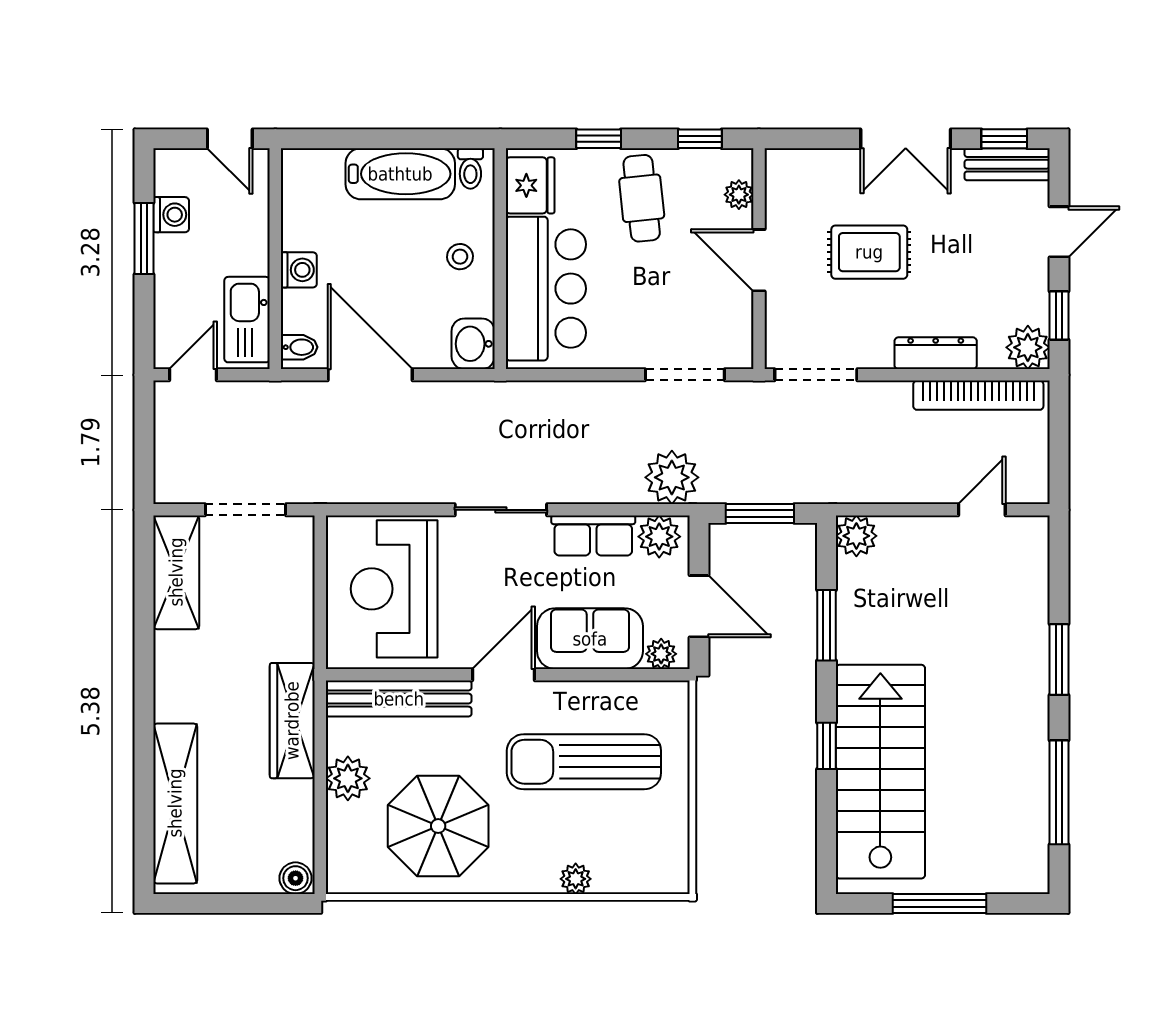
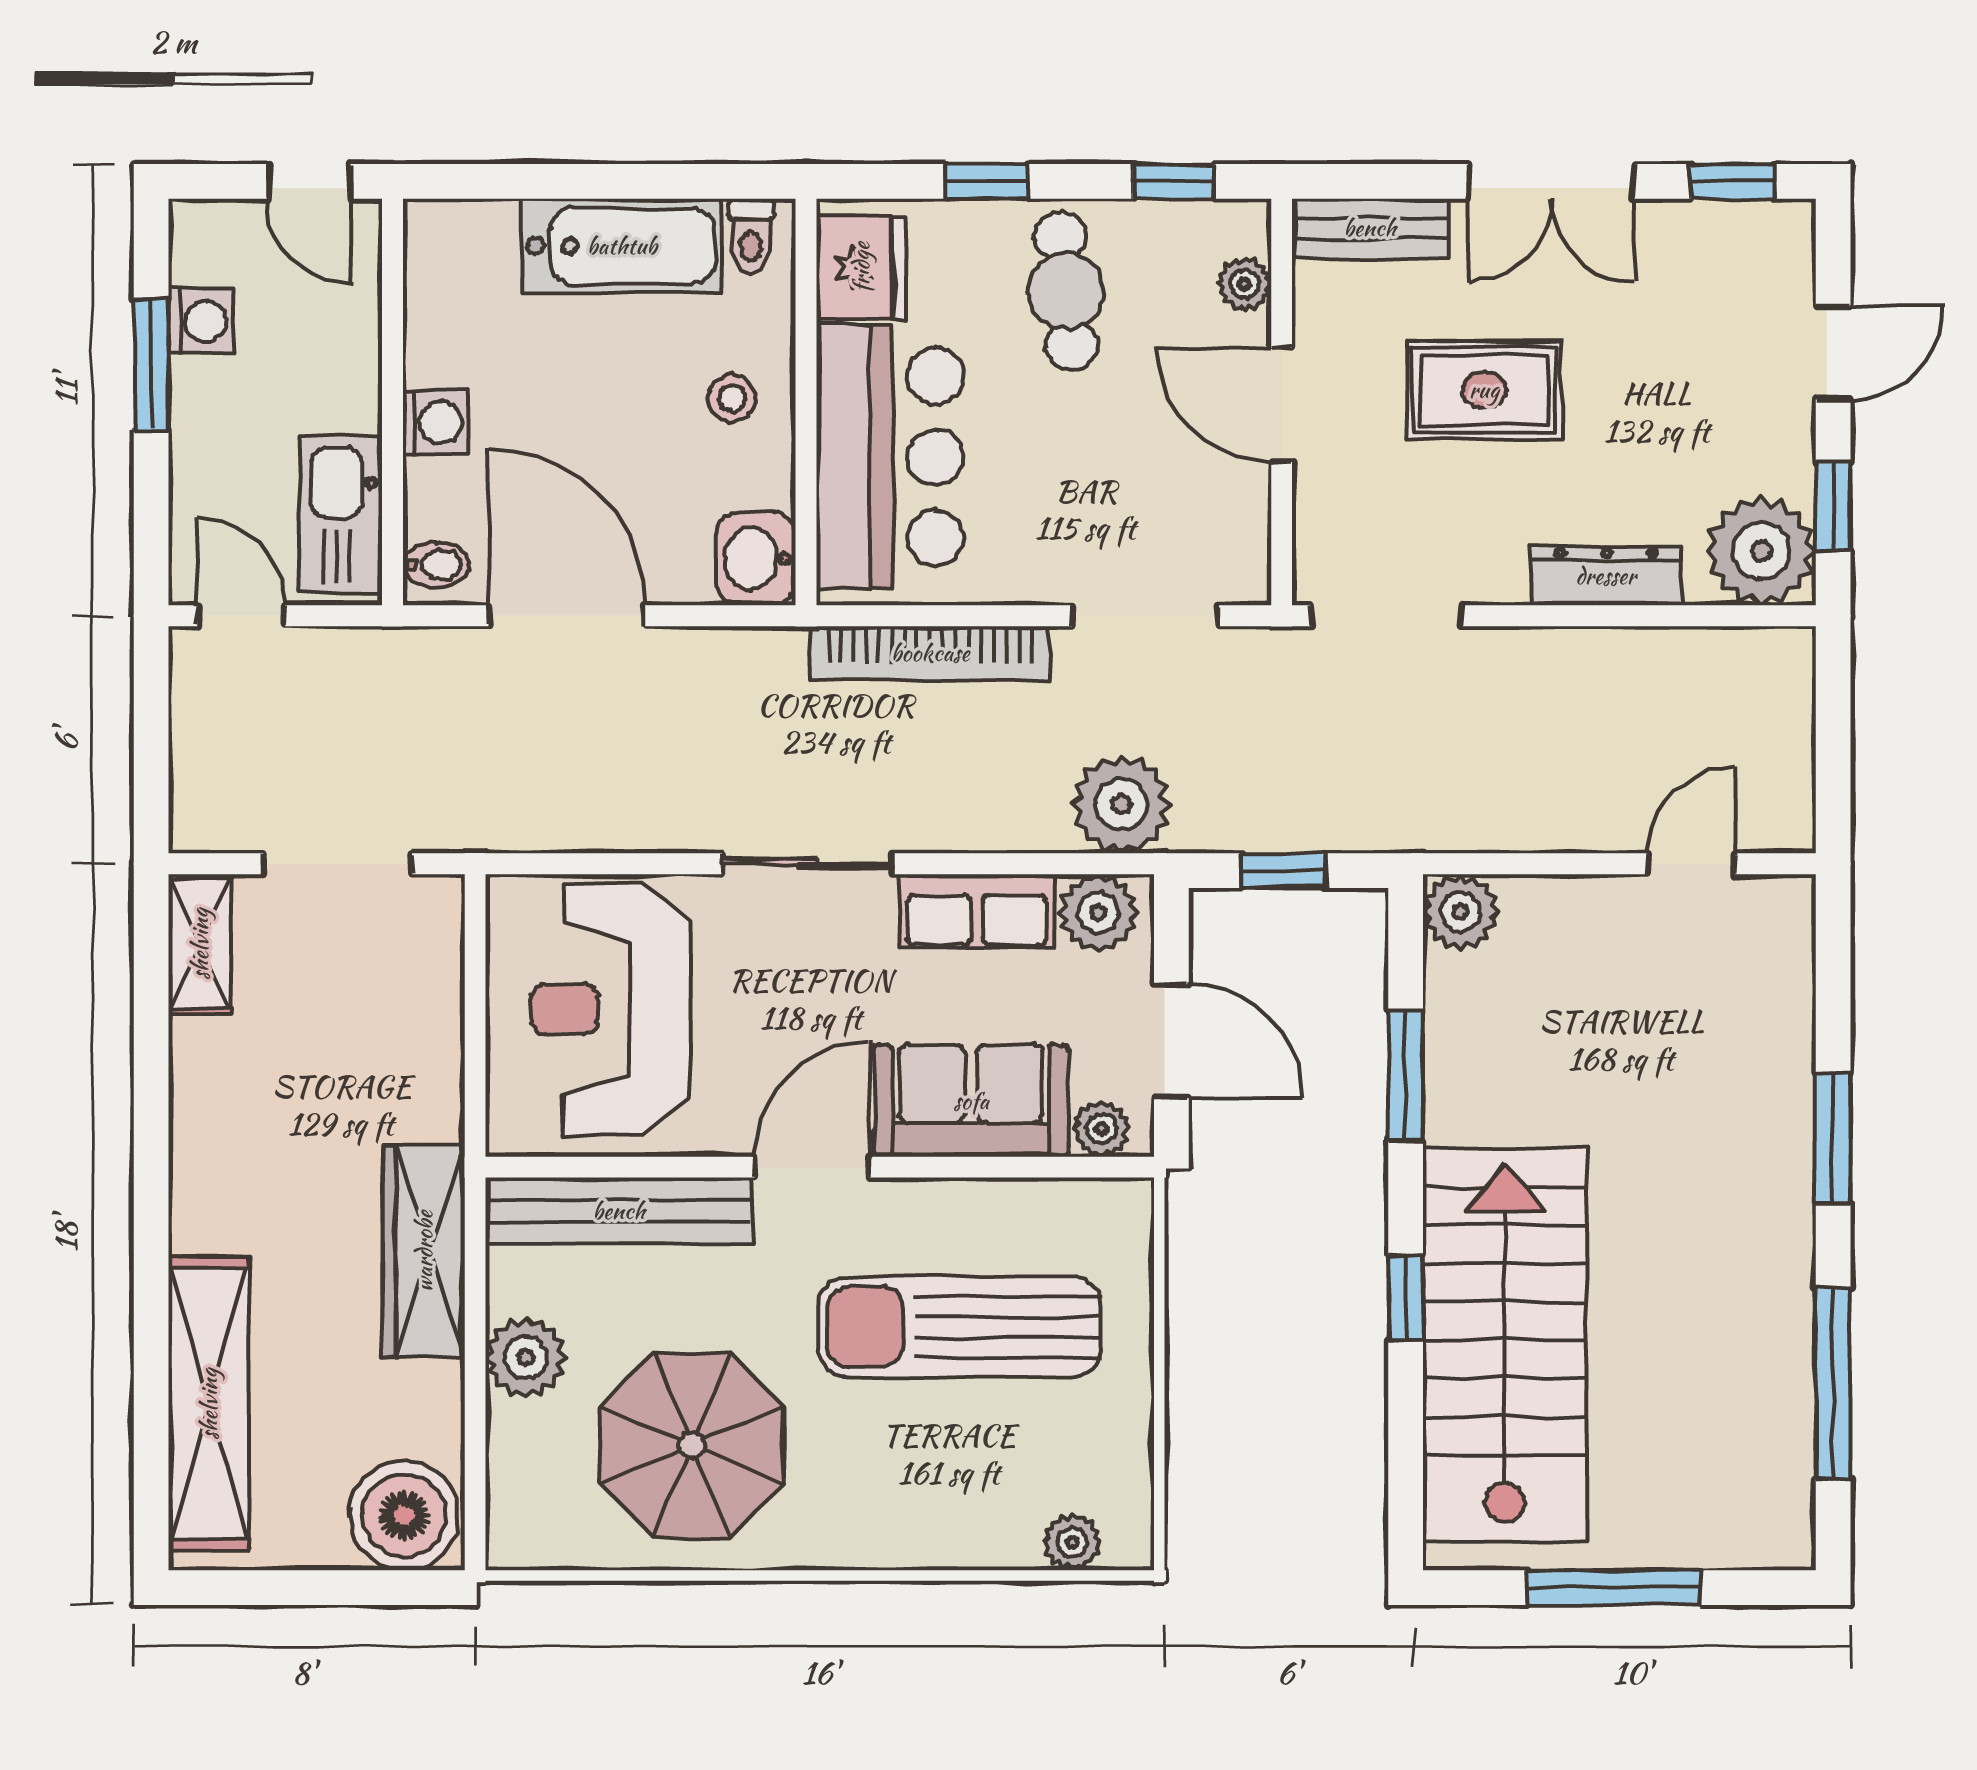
bench: (1007, 164) -> (1370, 228), moved
plant: (1028, 347) -> (1761, 551), width x1.36, depth x1.36
door: (193, 375) -> (241, 616), hinge flipped
bookcase: (978, 395) -> (930, 653), moved
window: (760, 514) -> (1283, 871), width x0.67
shelving: (176, 572) -> (200, 944), width x0.67, depth x0.75
boiler: (296, 878) -> (404, 1516), width x1.86, depth x1.86
plant: (576, 879) -> (1072, 1542), moved

